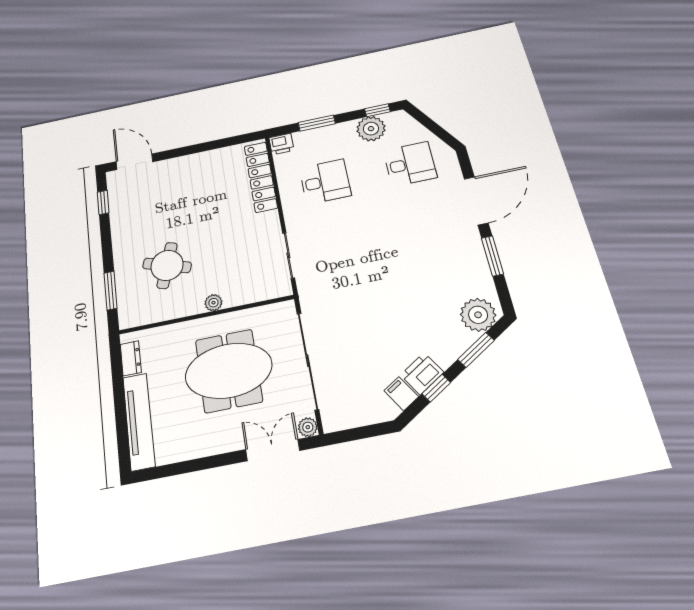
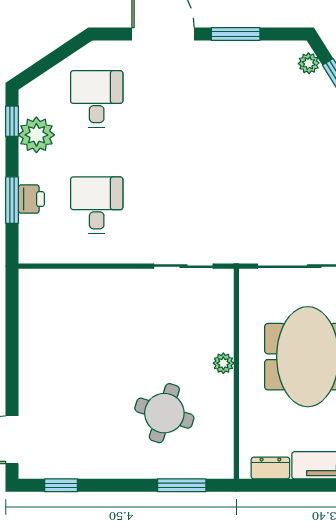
printer: (281, 144) -> (31, 199), moved
locker: (261, 177) -> (71, 283), removed
plant: (478, 315) -> (309, 63), width x0.53, depth x0.53

